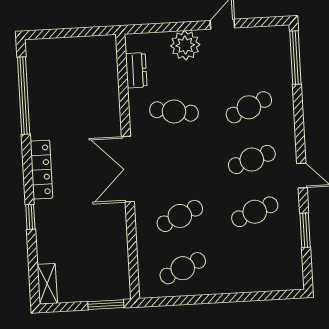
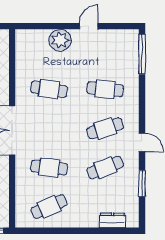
dresser: (136, 70) -> (113, 220), moved, turned -90
cafe table: (249, 107) -> (105, 89), turned 30
cafe table: (180, 216) -> (49, 168), turned 30

